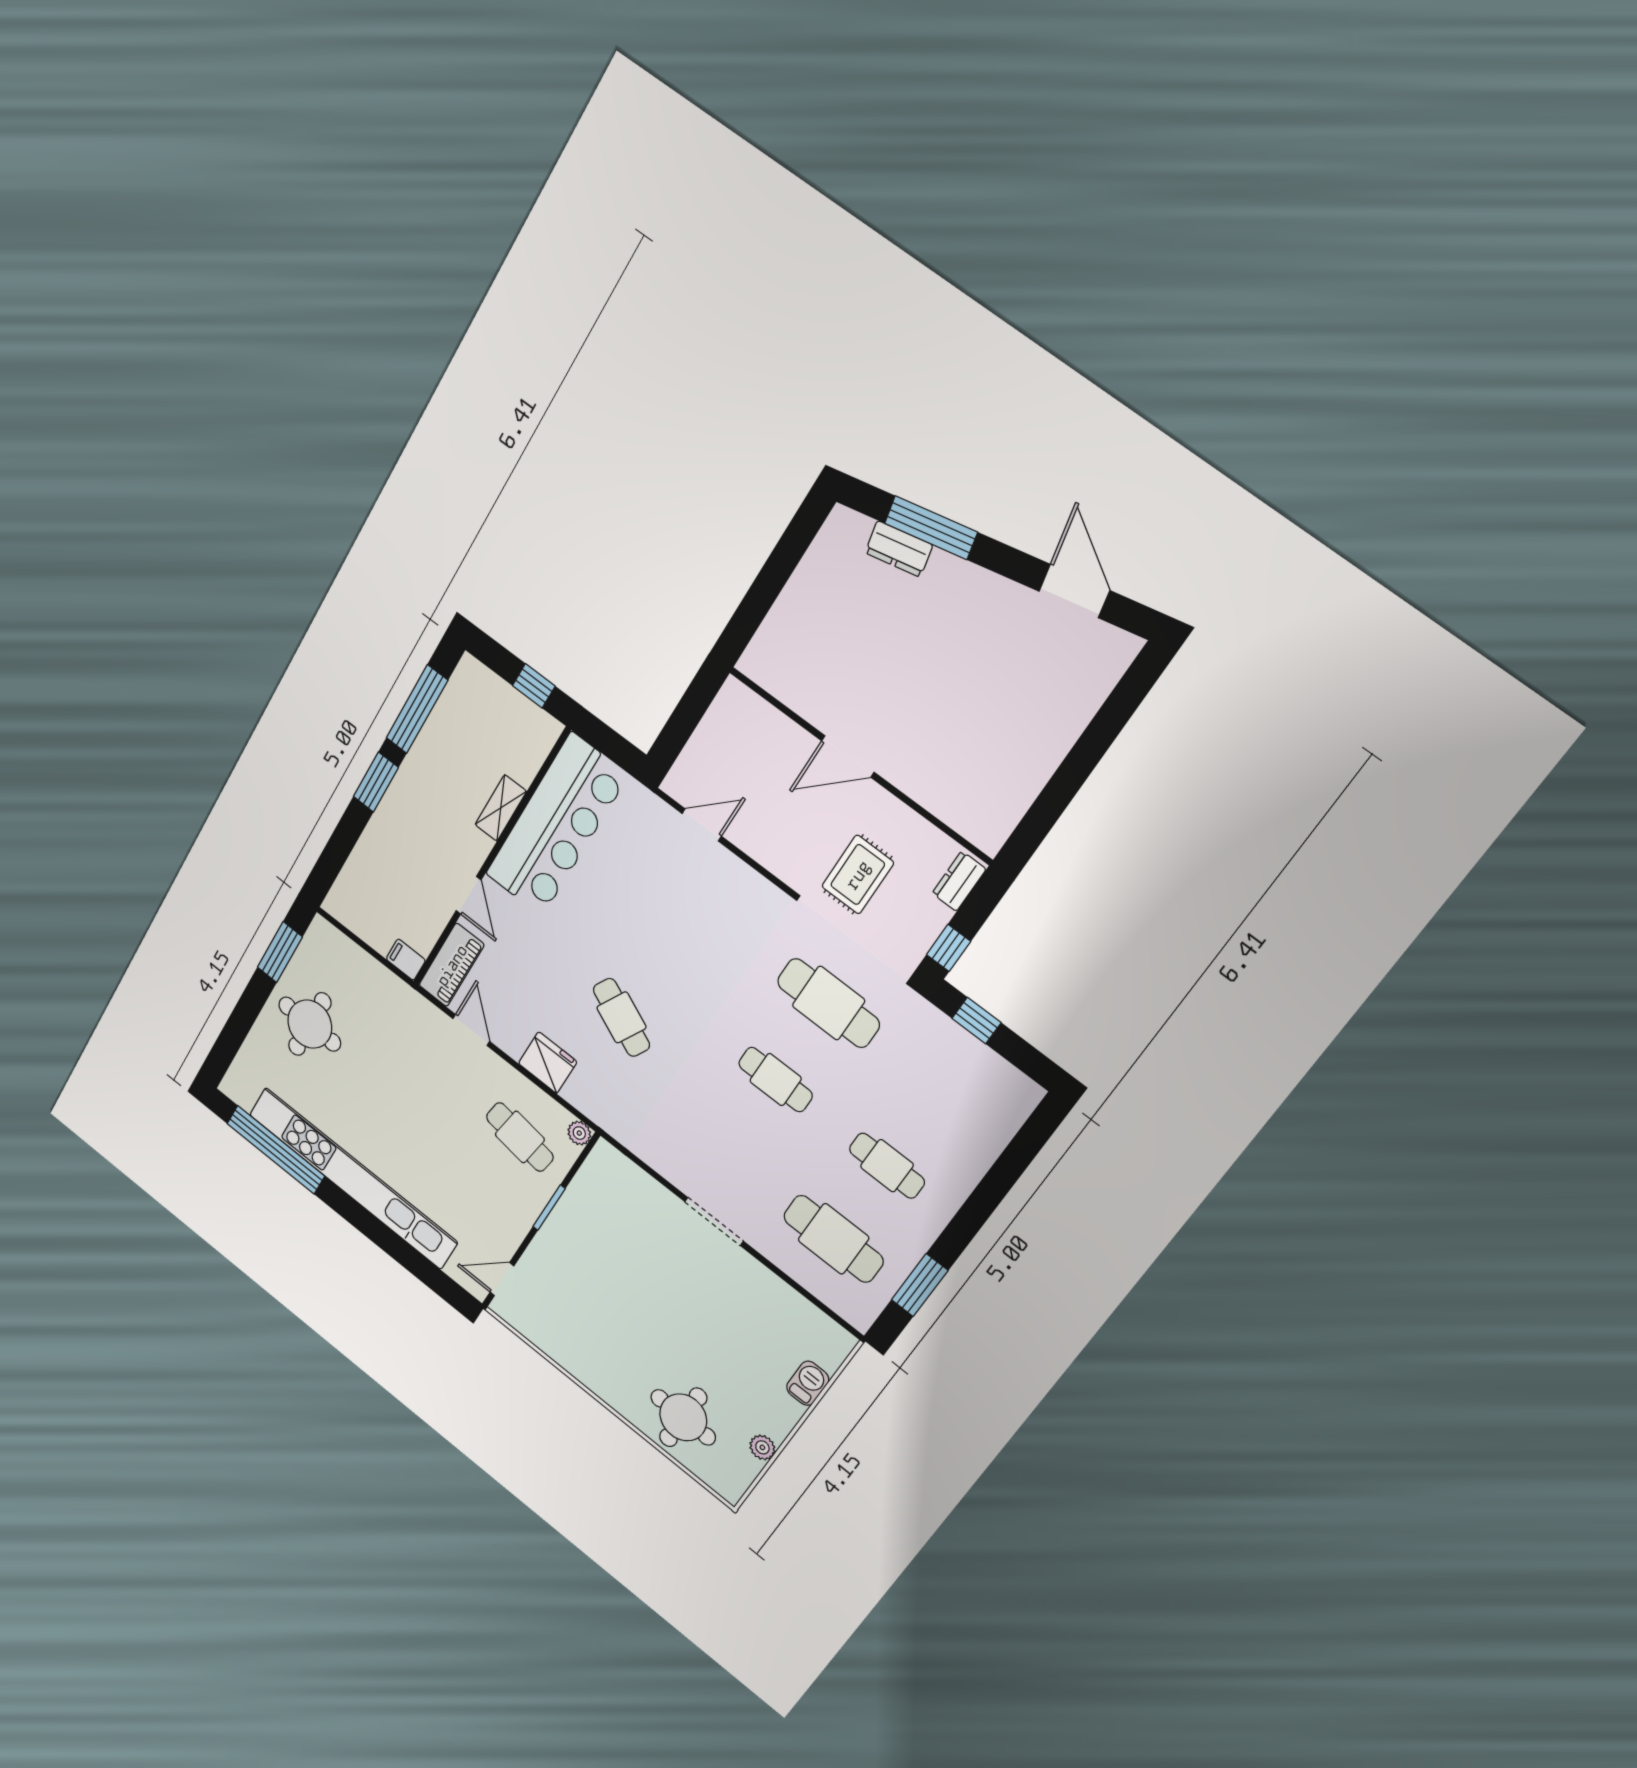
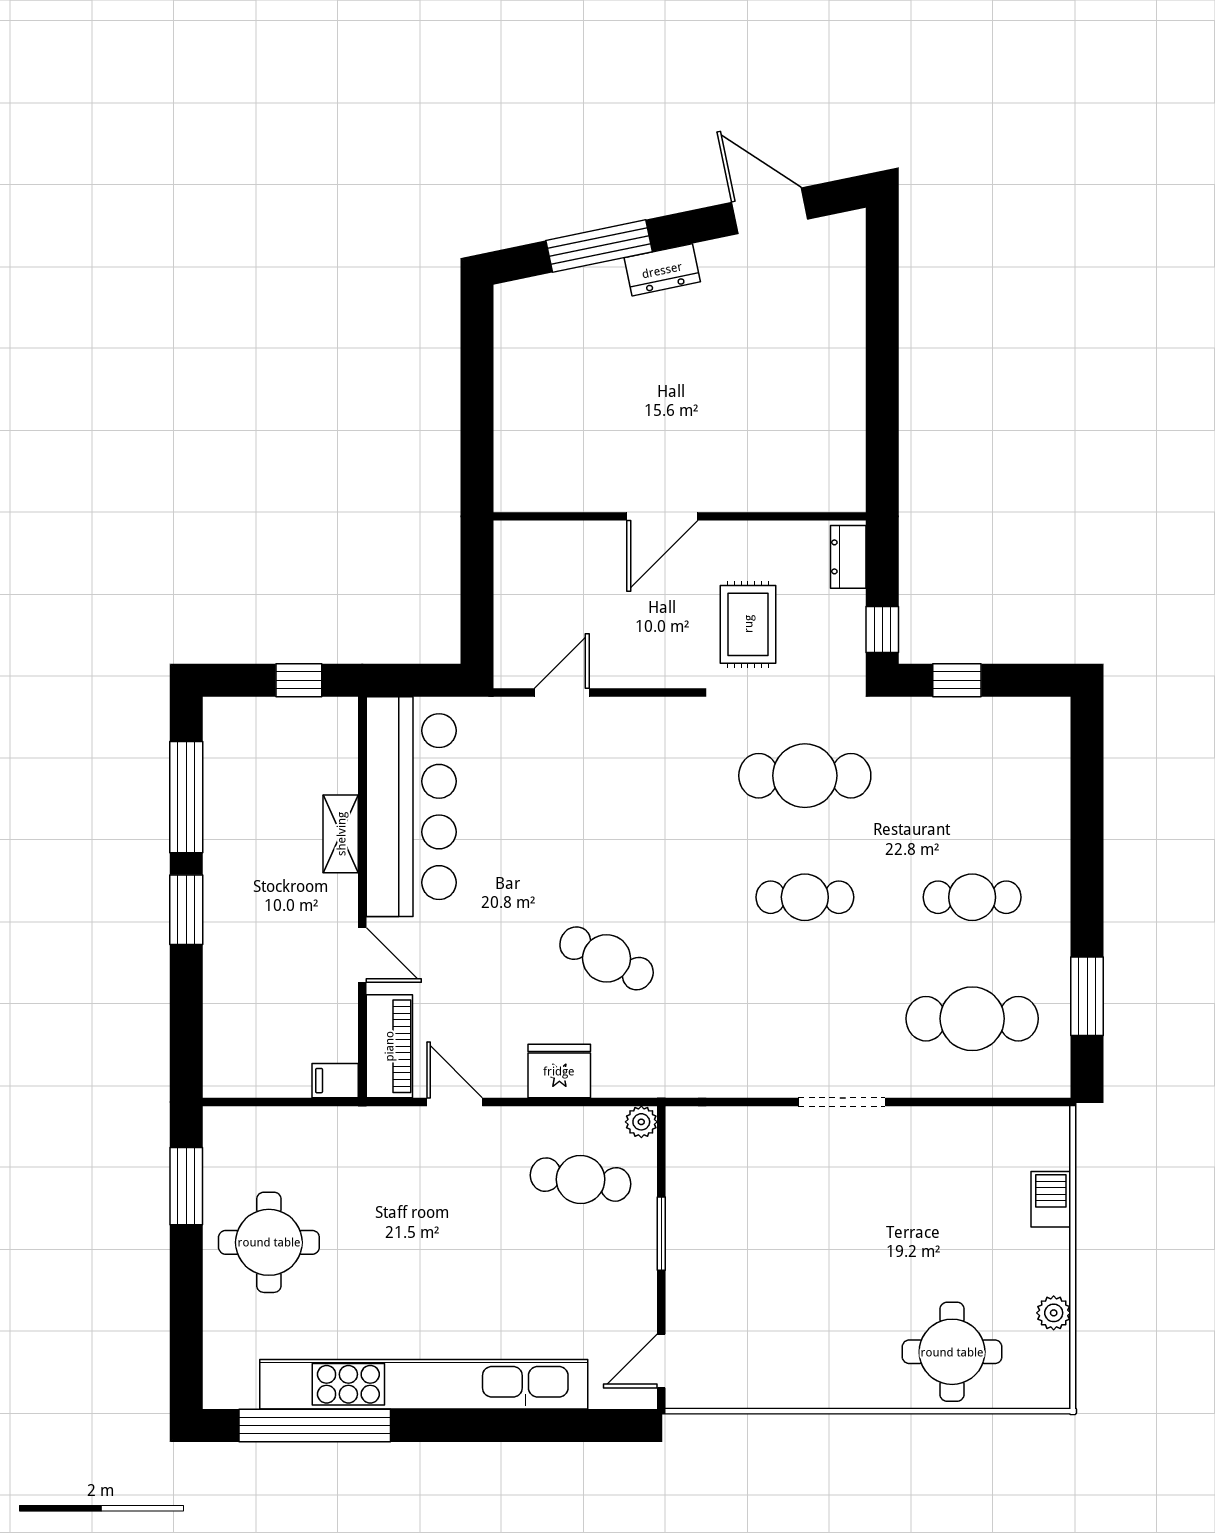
dresser: (899, 549) -> (662, 270), moved

